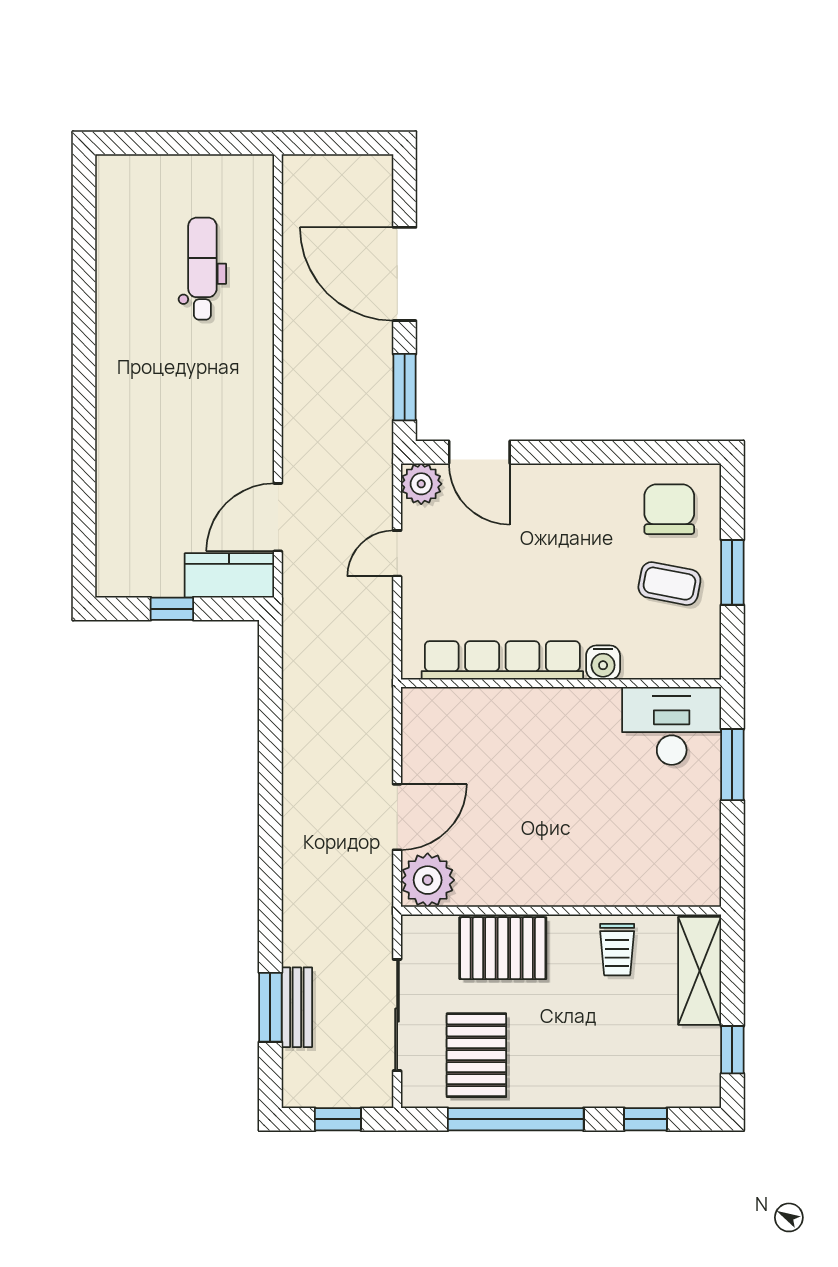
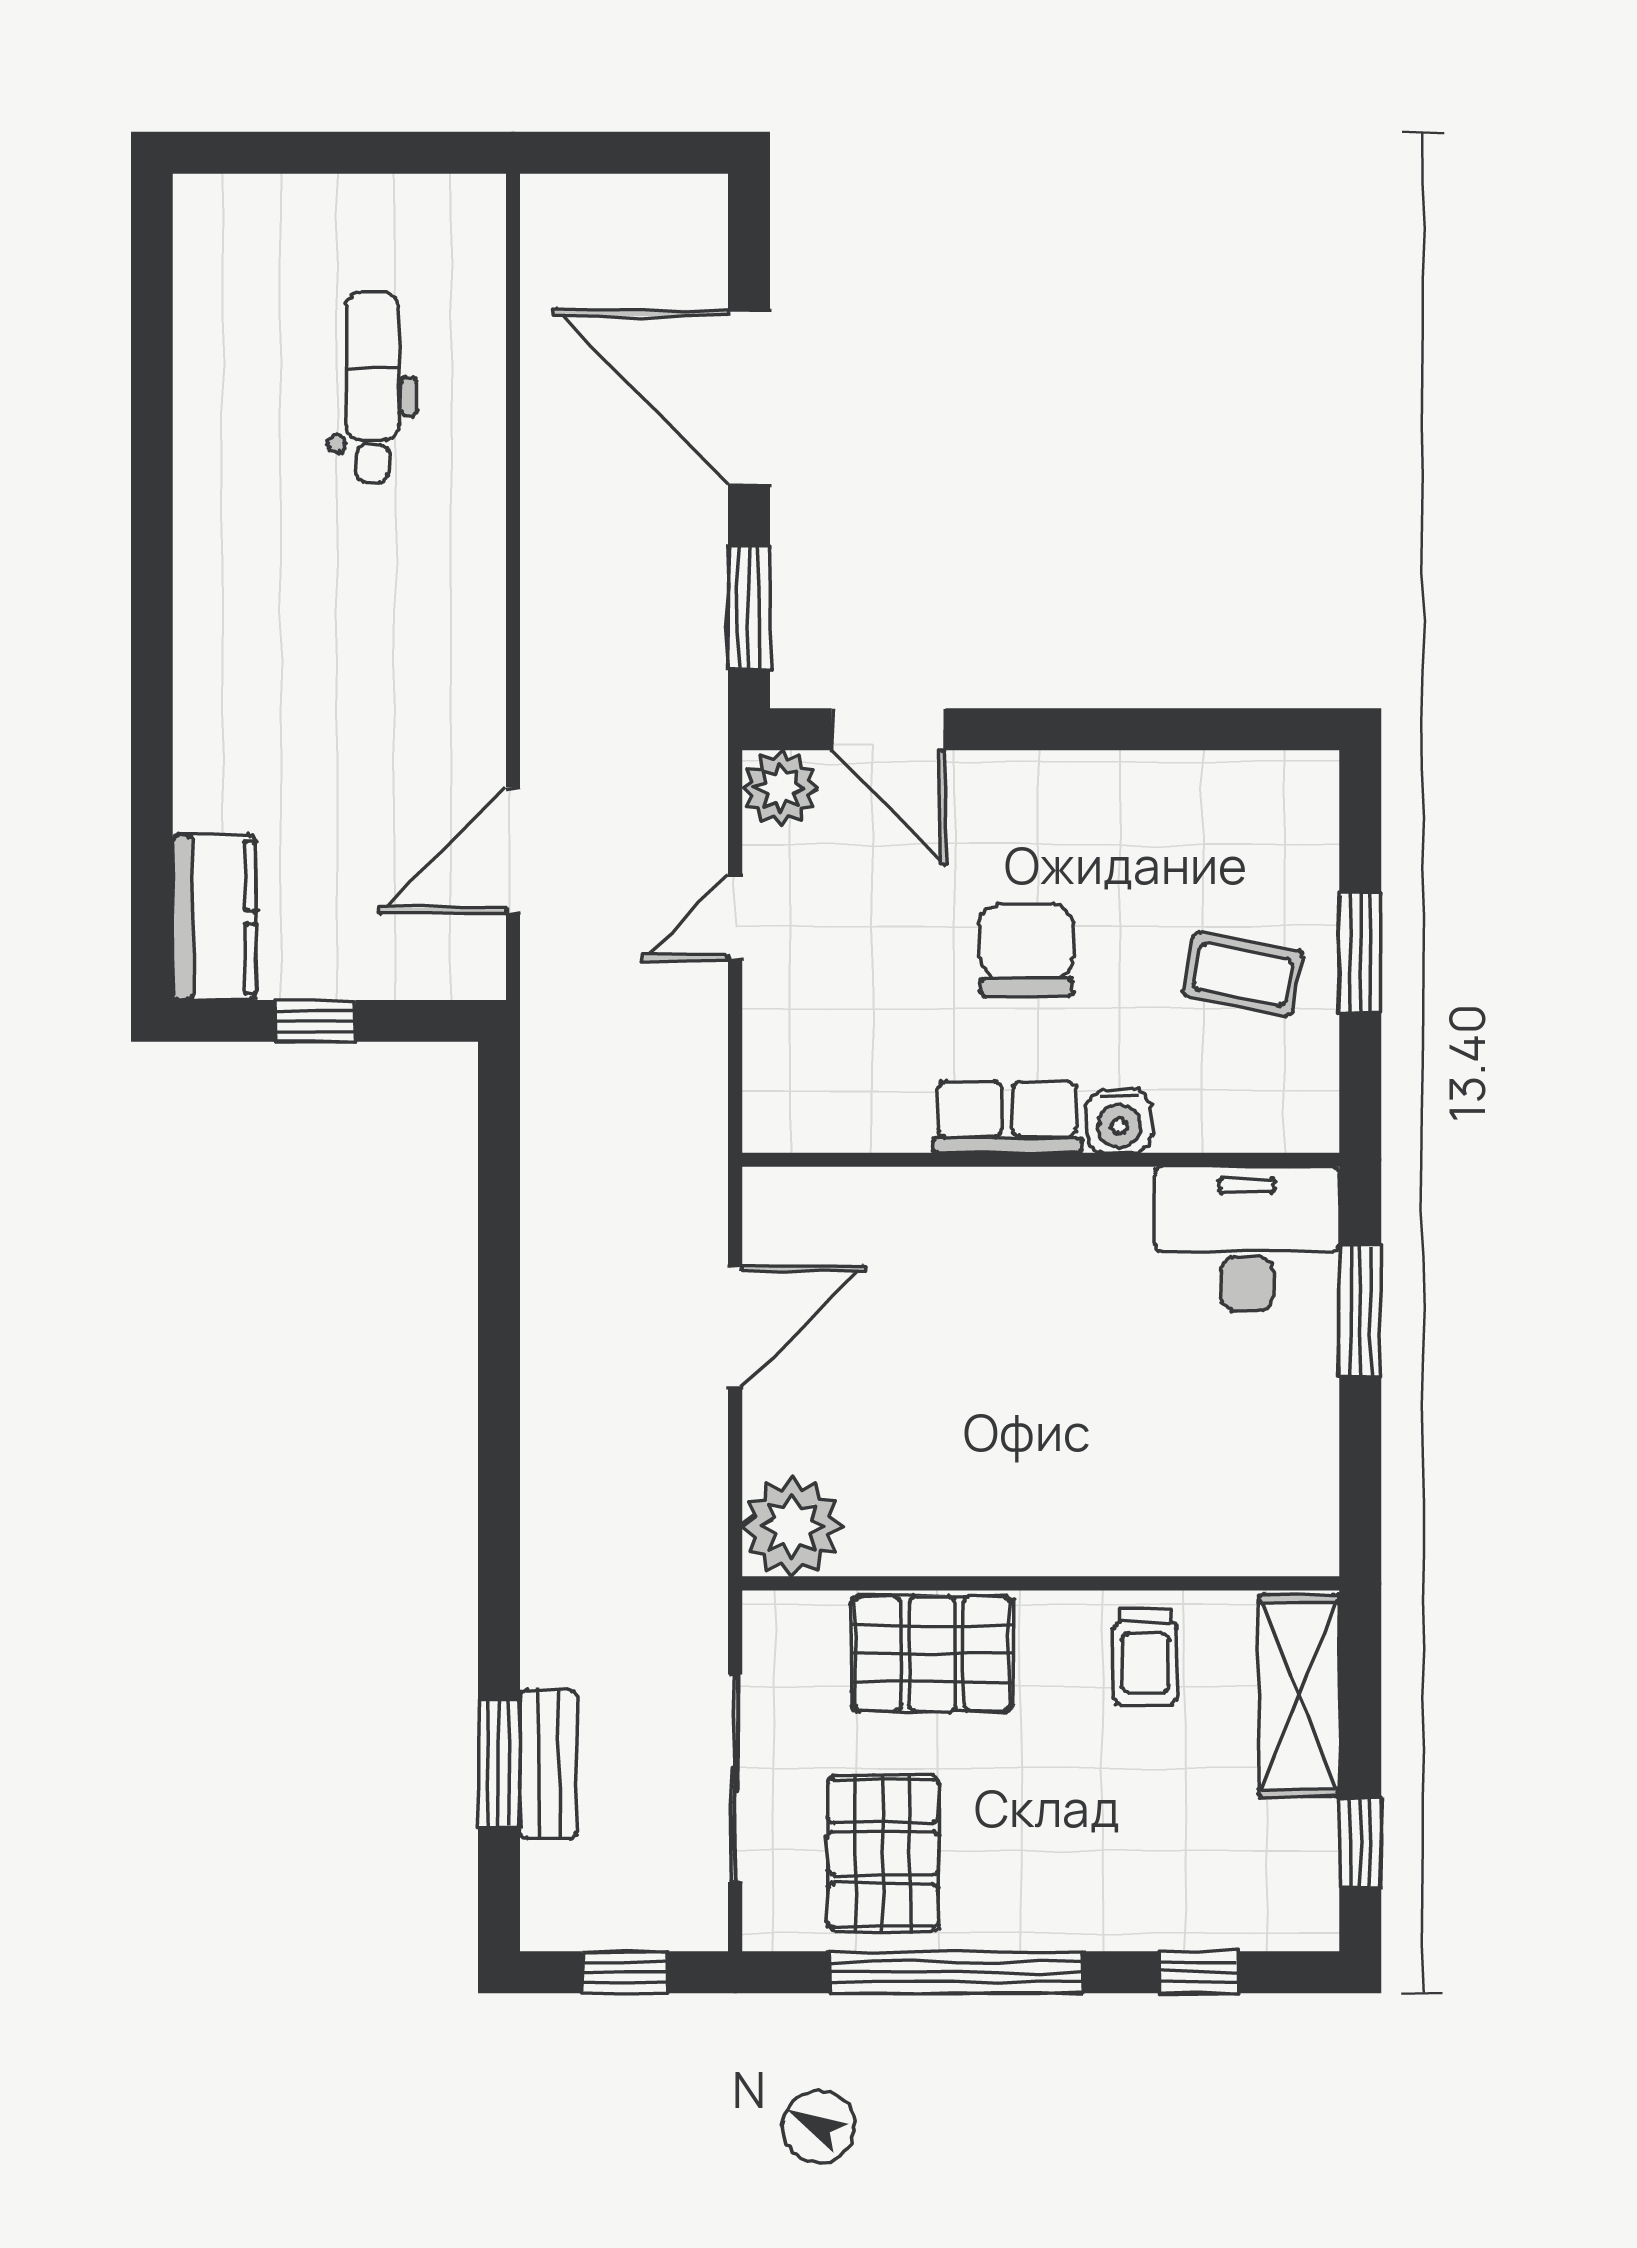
chair: (669, 509) -> (1026, 950), moved
kitchen counter: (229, 575) -> (214, 917), moved, turned 90
row of seats: (502, 660) -> (1007, 1117), width x0.50
door: (397, 817) -> (735, 1326), moved

